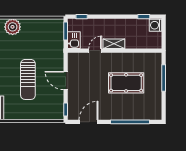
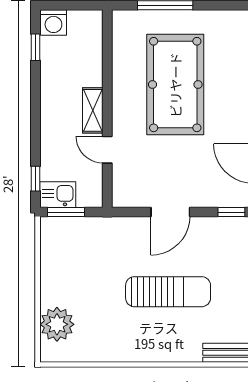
kitchen sink: (74, 40) -> (58, 195), moved
pool table: (126, 83) -> (175, 85), width x1.36, depth x1.32

